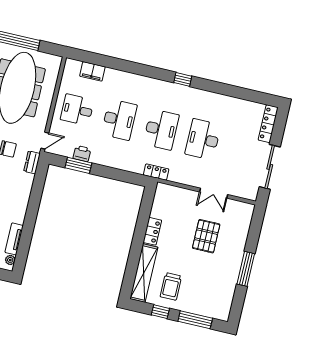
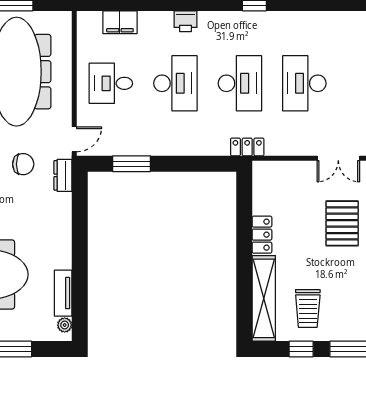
printer: (82, 154) -> (185, 21), moved, turned 180

